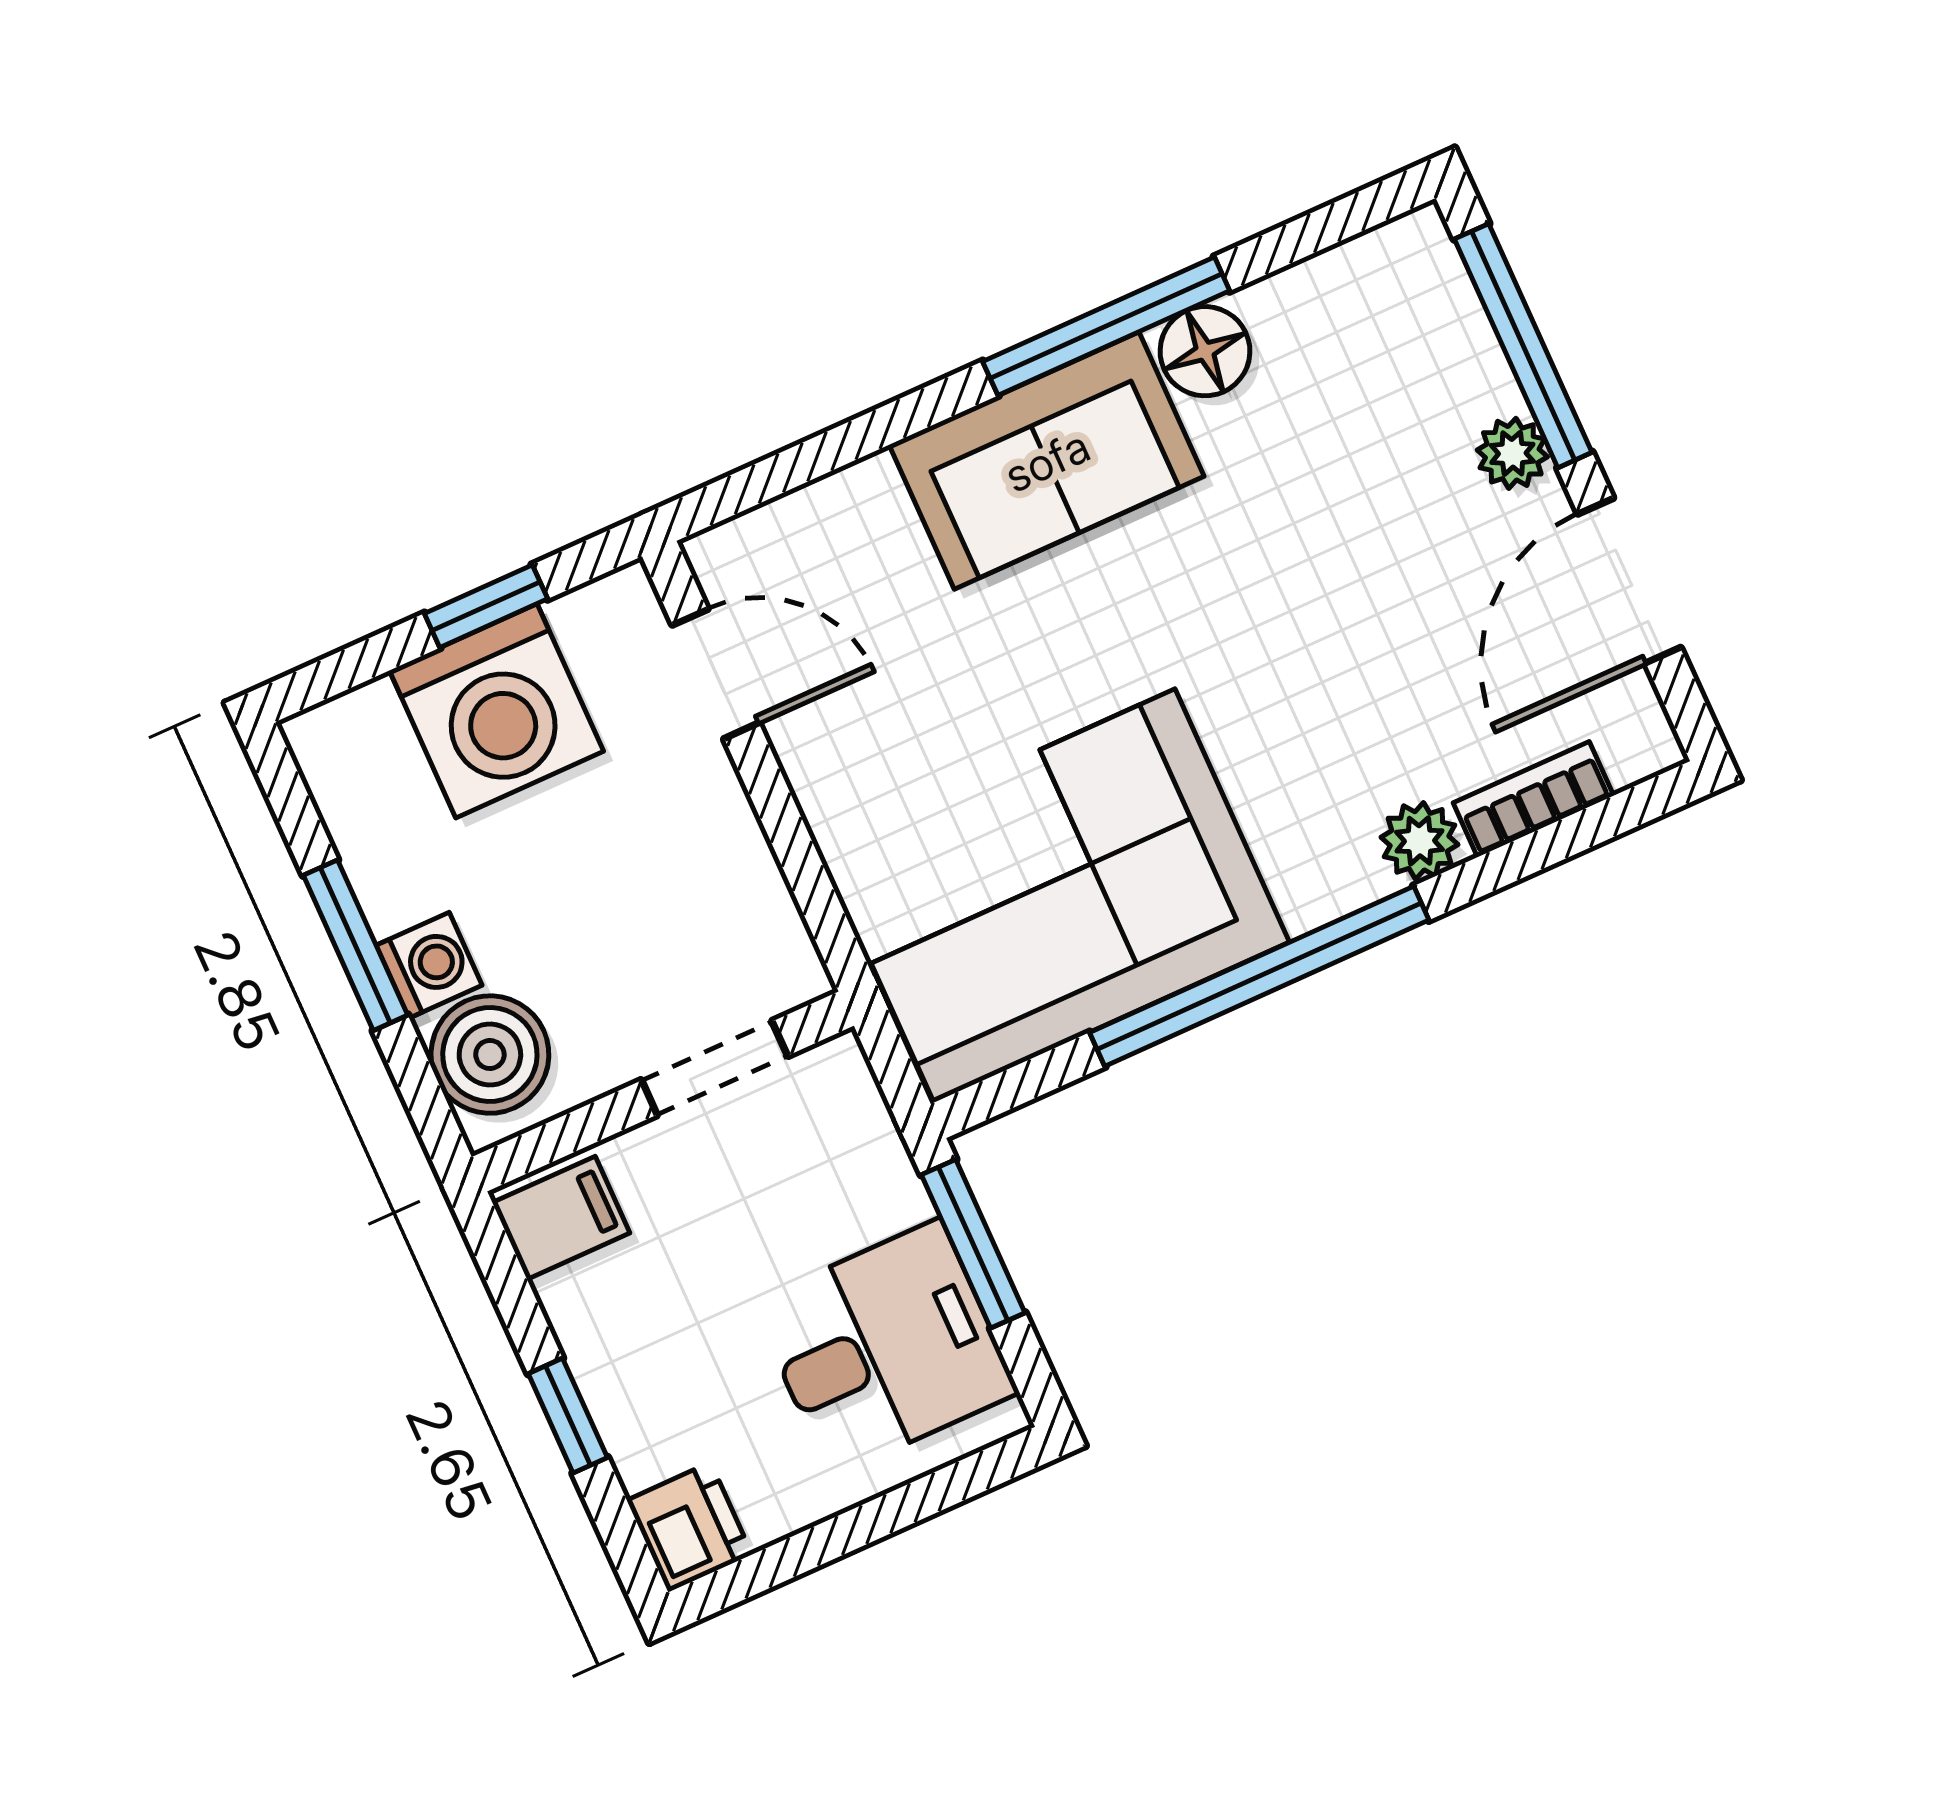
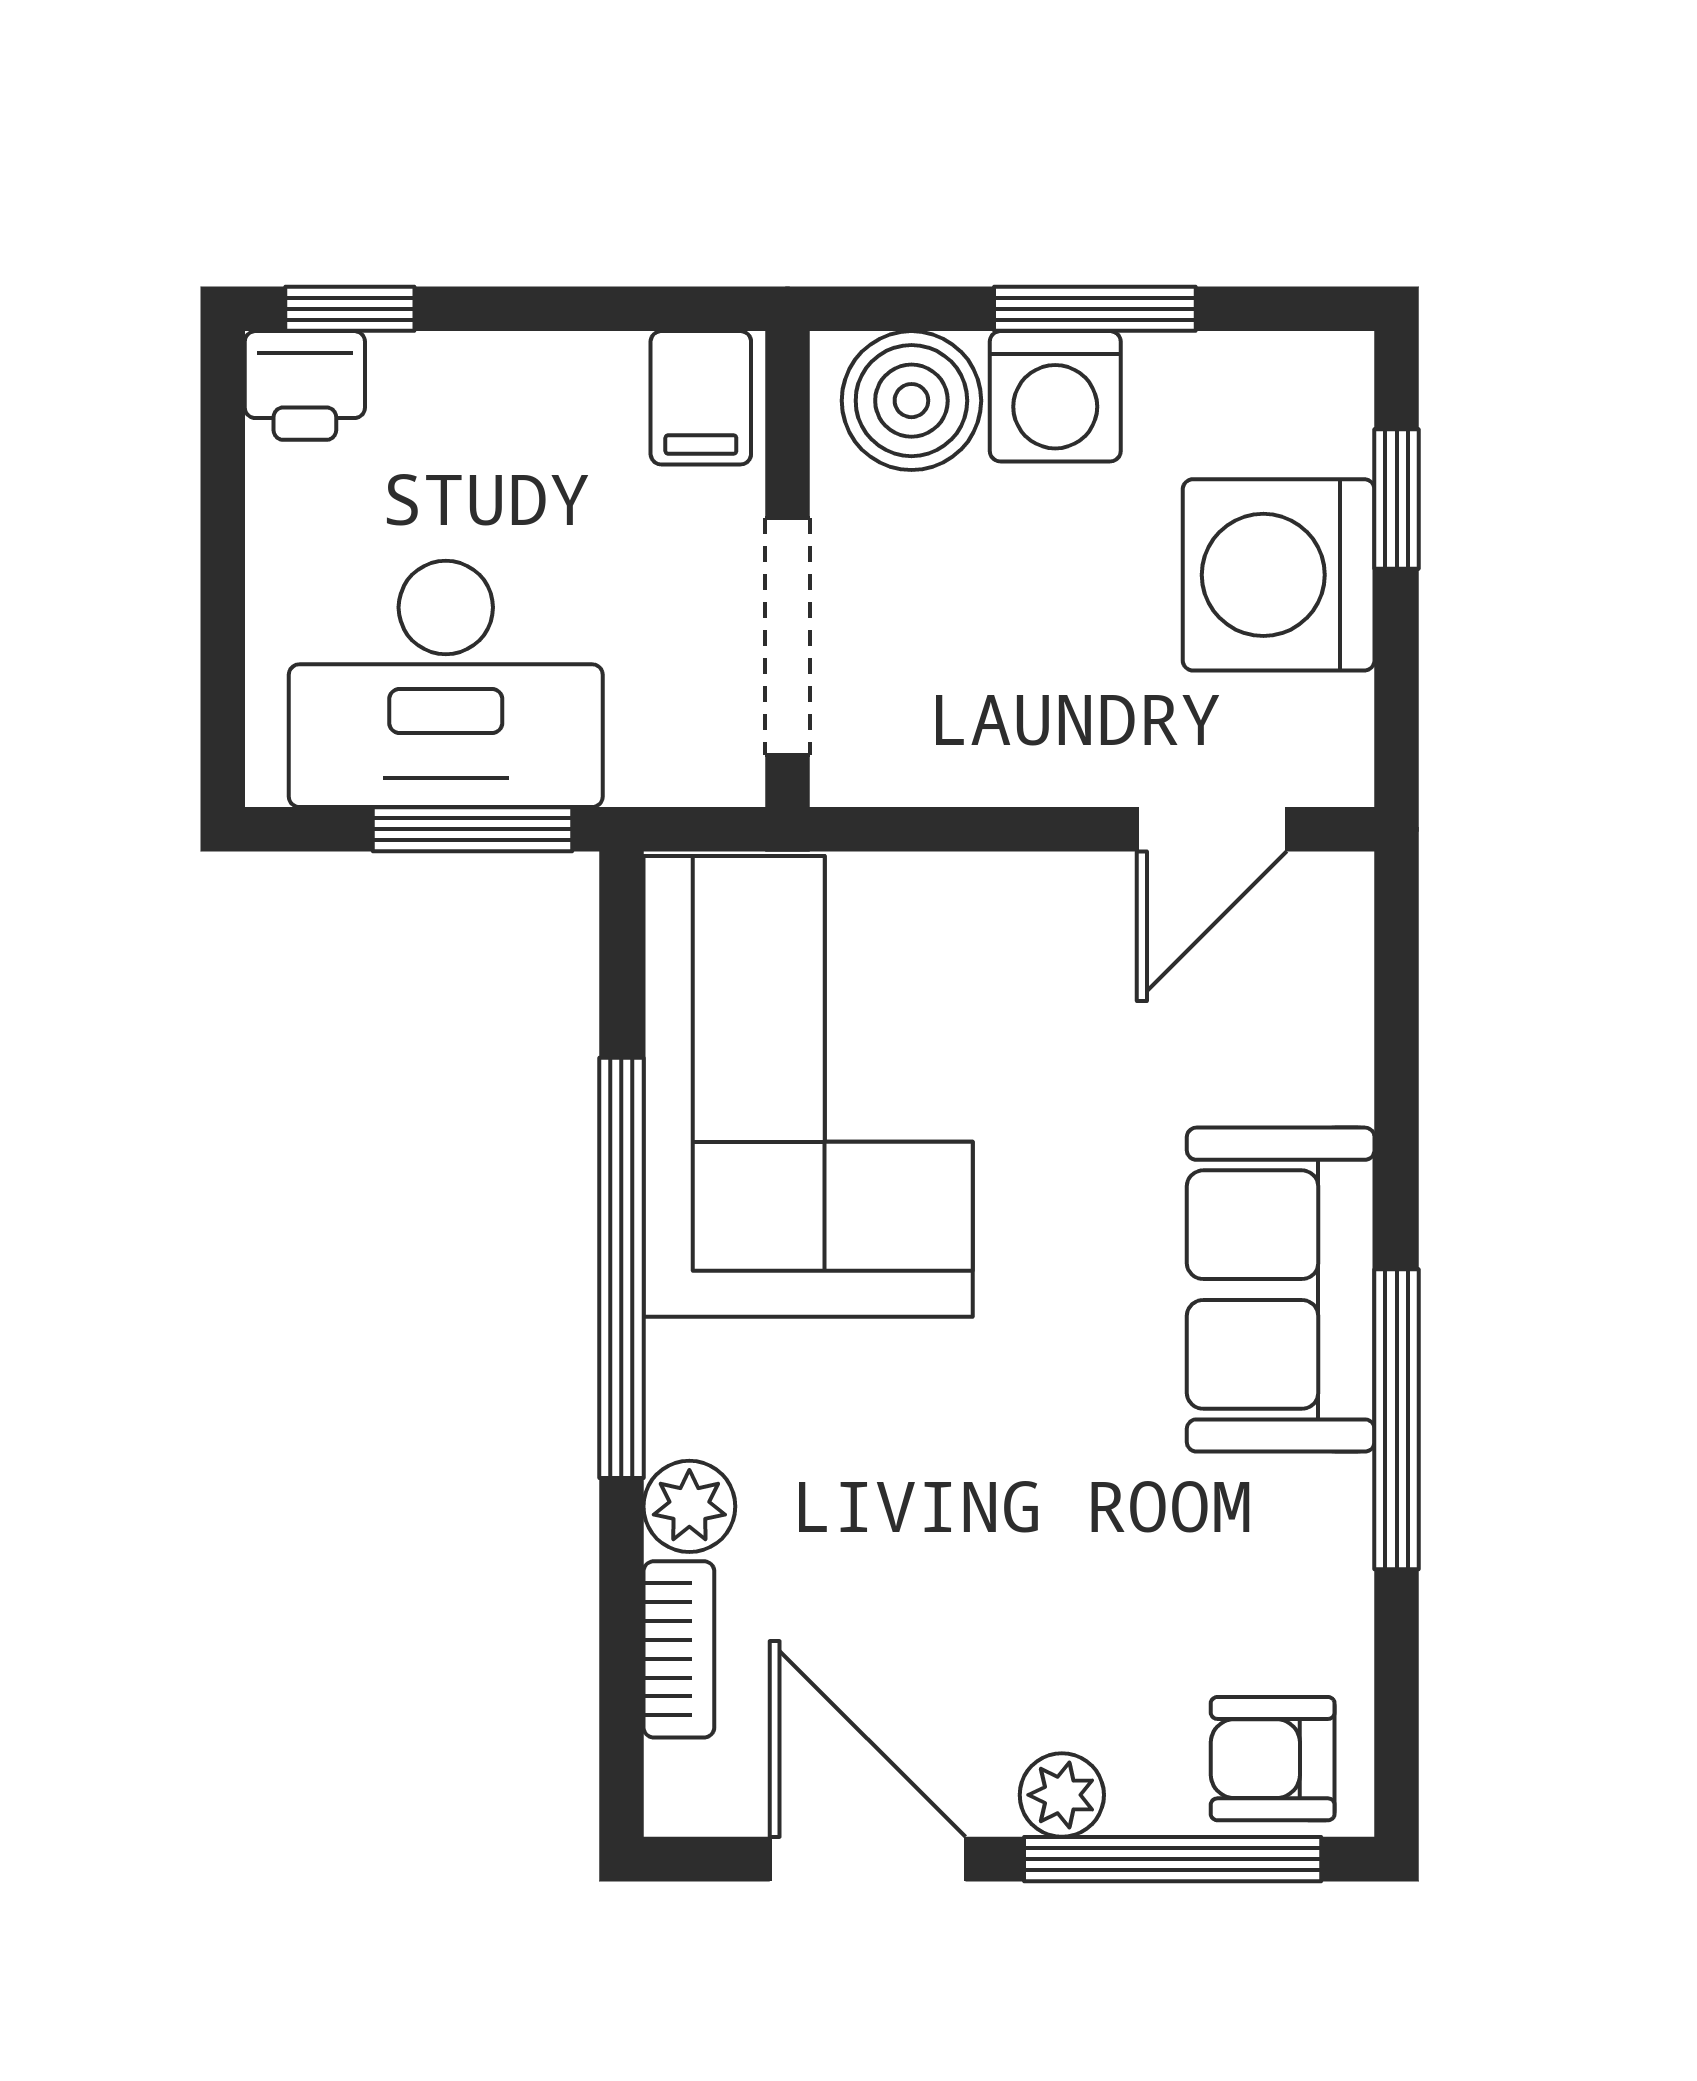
armchair: (1411, 304) -> (1273, 1759), added
floor lamp: (1205, 351) -> (1321, 1513), removed
window: (486, 606) -> (1397, 499), moved
washing machine: (429, 965) -> (1055, 396), width x1.38, depth x1.38
doorway: (715, 1068) -> (788, 636), width x1.38
desk: (885, 1348) -> (446, 684), width x1.37
window: (568, 1416) -> (350, 309), moved

